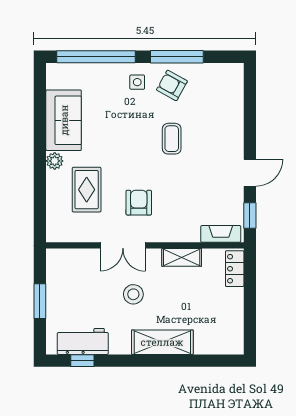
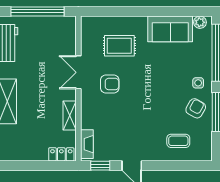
coffee table: (172, 139) -> (178, 141), moved
plant: (55, 161) -> (200, 22), moved
stool: (133, 294) -> (43, 80), removed
window: (40, 301) -> (38, 11), width x2.11

